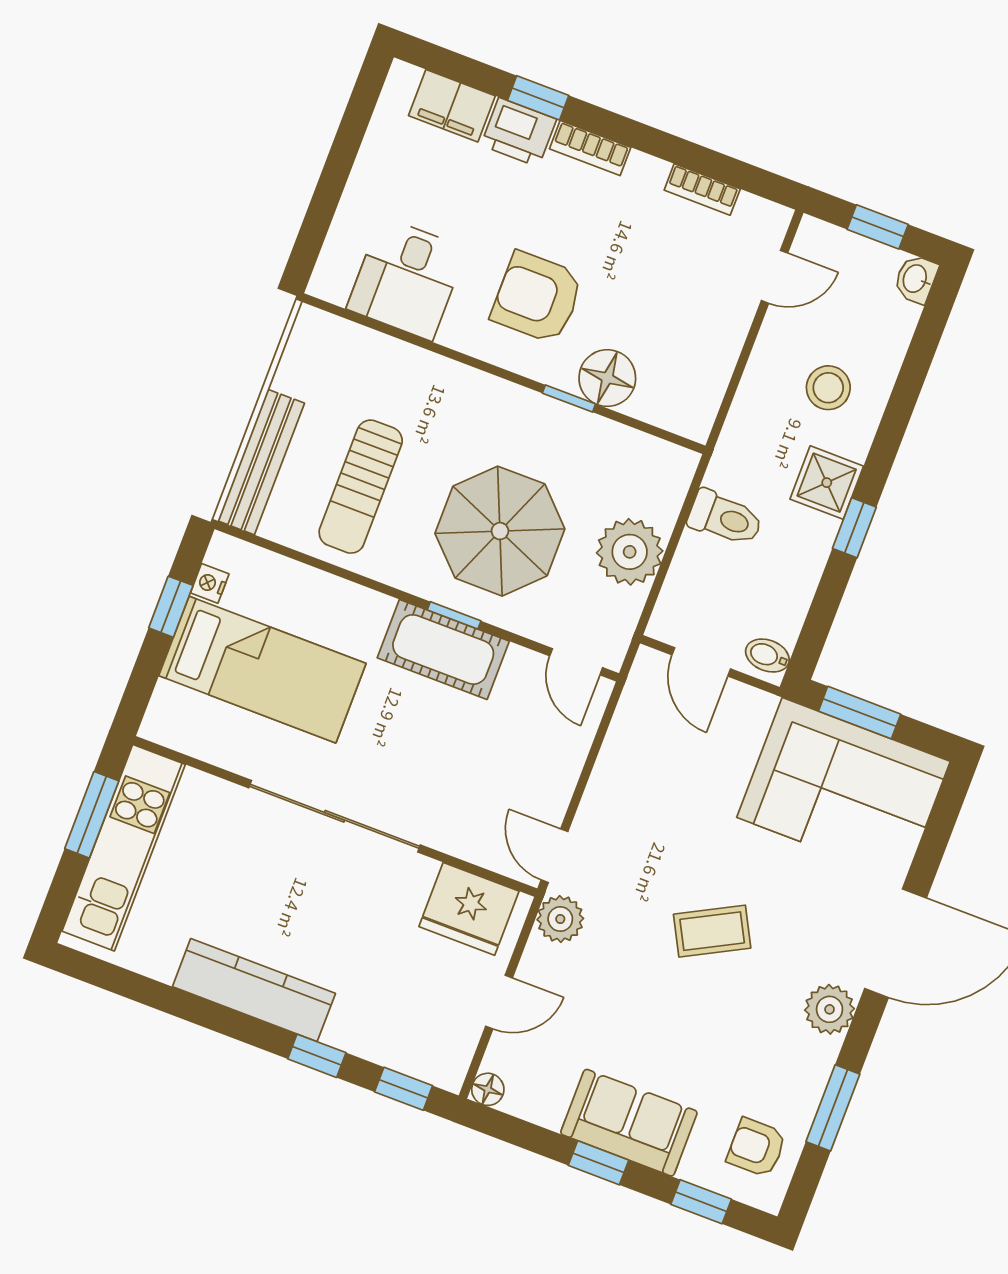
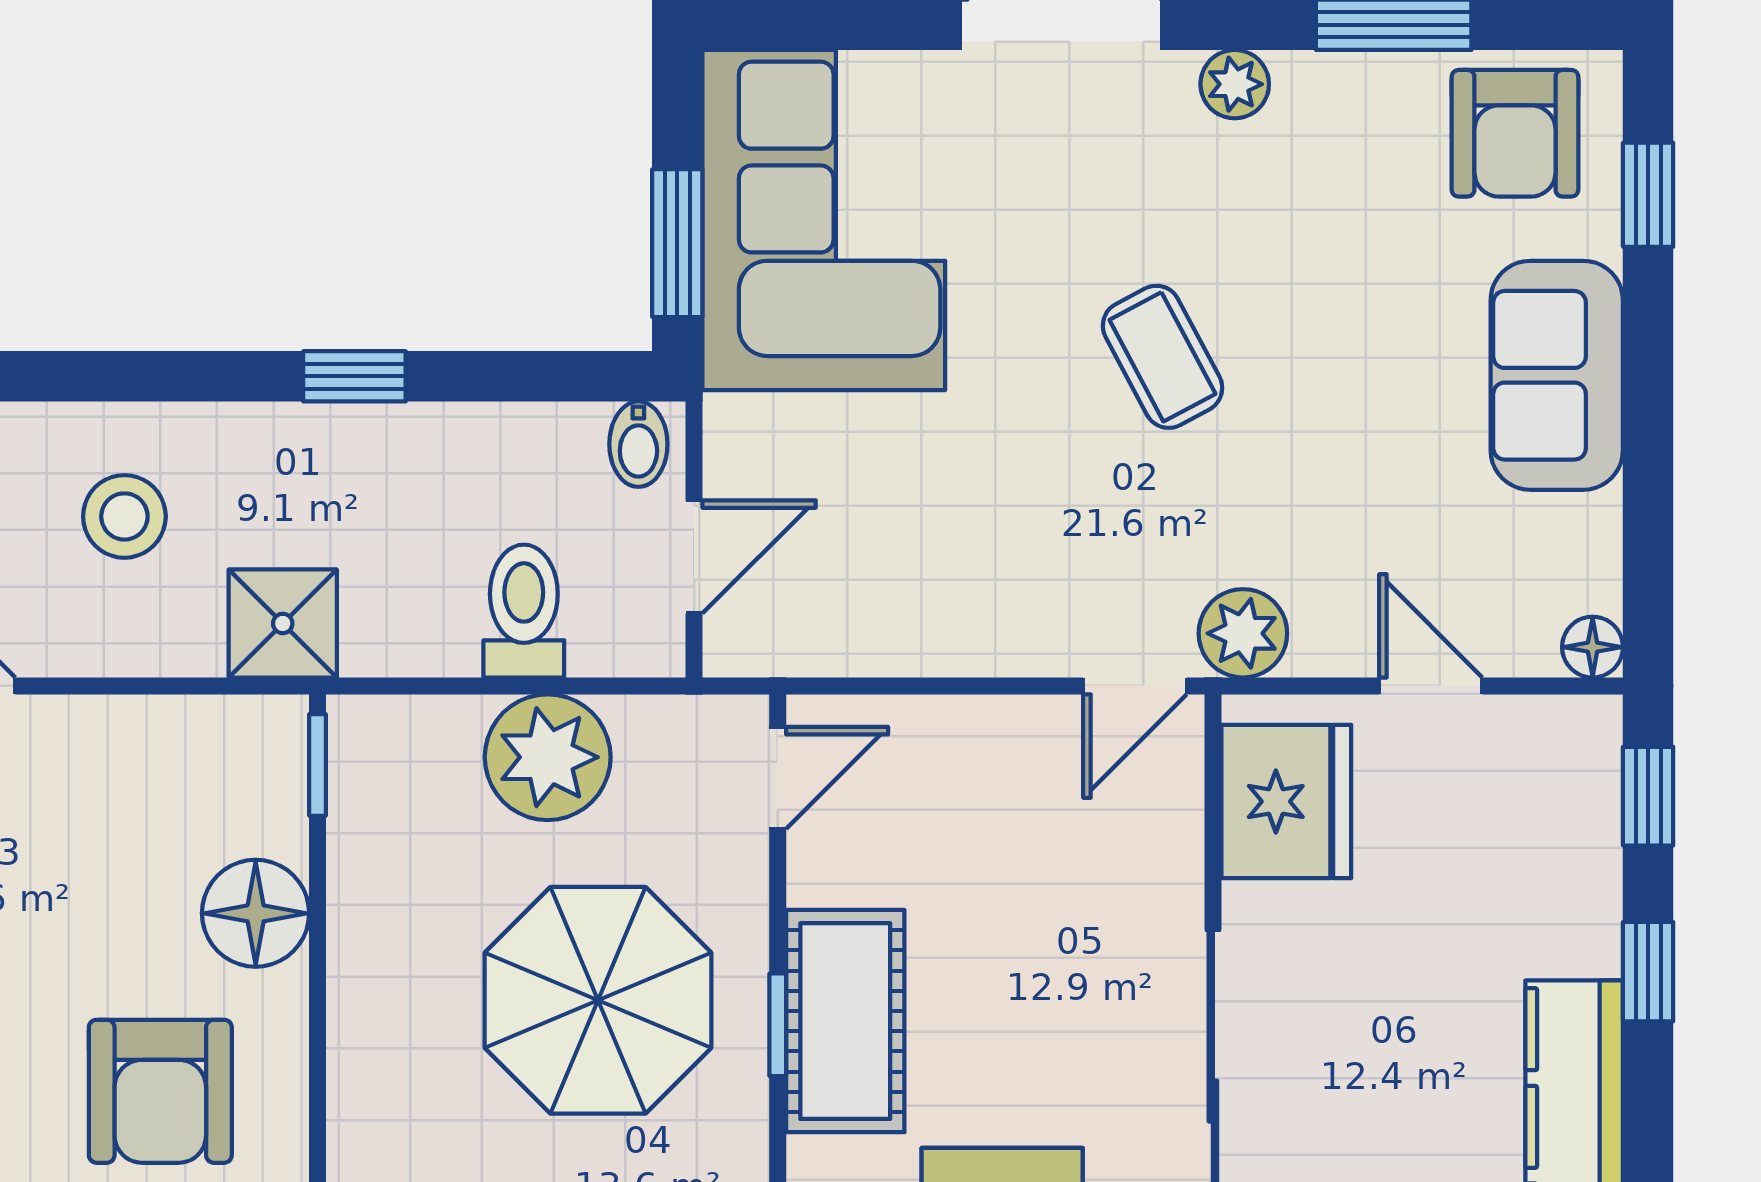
window: (569, 399) -> (318, 765), moved
shower: (827, 483) -> (283, 623), moved
toilet: (725, 518) -> (524, 611), moved
plant: (830, 1009) -> (1235, 84), width x0.73, depth x0.73
armchair: (756, 1148) -> (1515, 133), width x1.38, depth x1.38
window: (599, 1163) -> (1648, 402), removed

